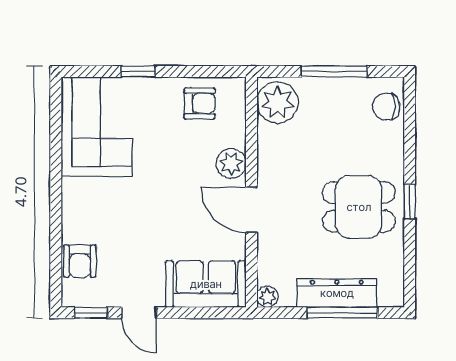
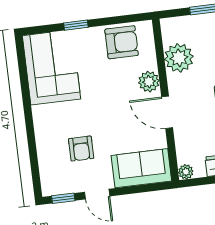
plant: (278, 103) -> (179, 58), moved
armchair: (200, 104) -> (122, 42), width x1.38, depth x1.38
armchair: (80, 261) -> (81, 149), moved

